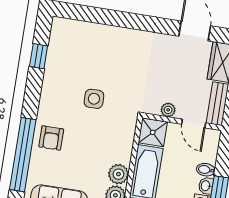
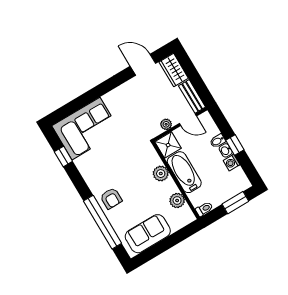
corner sofa: (84, 47) -> (86, 129), added
side table: (94, 99) -> (117, 154), removed
plant: (118, 174) -> (161, 174), moved

